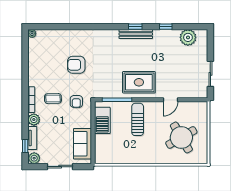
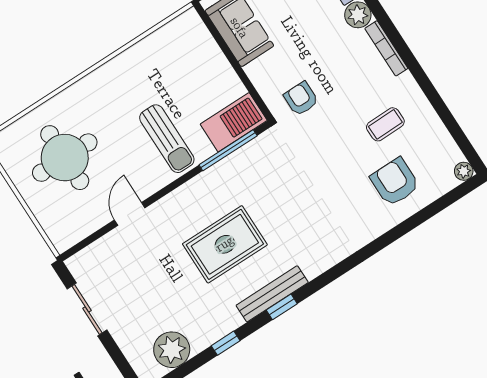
armchair: (76, 65) -> (395, 182), moved, turned -90
rug: (139, 82) -> (225, 244), moved
coffee table: (53, 99) -> (385, 124), moved
barbecue: (102, 120) -> (234, 122), moved, turned 90
round table: (181, 137) -> (65, 158), turned 30

